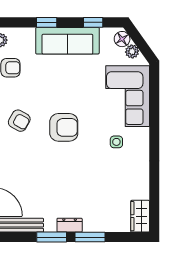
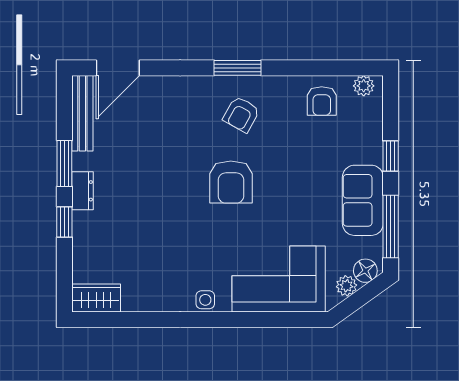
window: (93, 22) -> (391, 227), width x2.17
sofa: (67, 41) -> (363, 200), width x0.73
side table: (116, 142) -> (205, 300), moved
window: (90, 237) -> (64, 222), width x0.67

